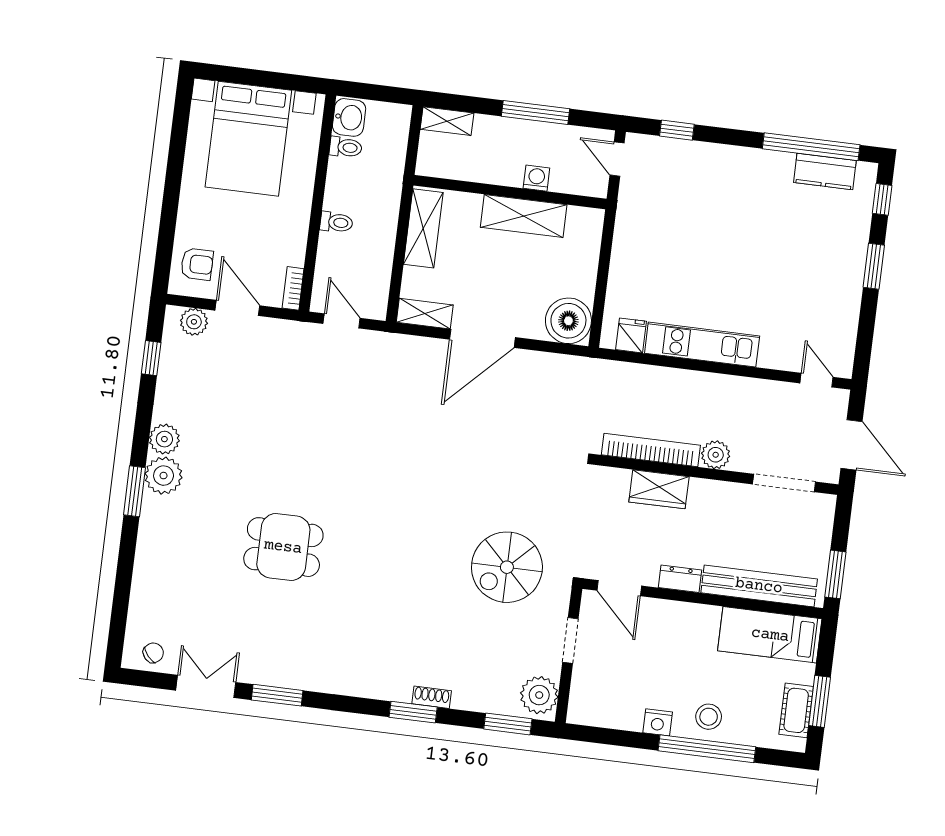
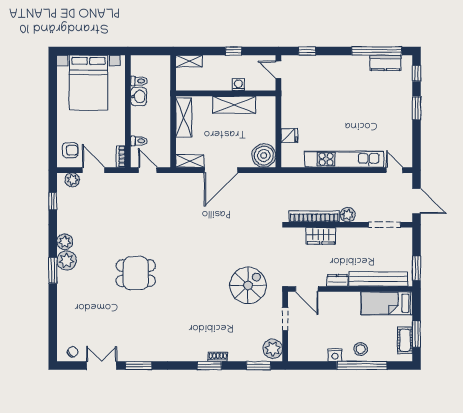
window: (535, 112) -> (234, 51), width x0.46
washbasin: (349, 117) -> (139, 96), moved
toilet: (336, 222) -> (139, 141), moved
fridge: (631, 335) -> (289, 136), moved, turned 90
kitchen unit: (702, 345) -> (344, 159), width x1.36
dining table: (283, 547) -> (136, 273), moved
spiral stairs: (507, 567) -> (248, 285), turned 180

